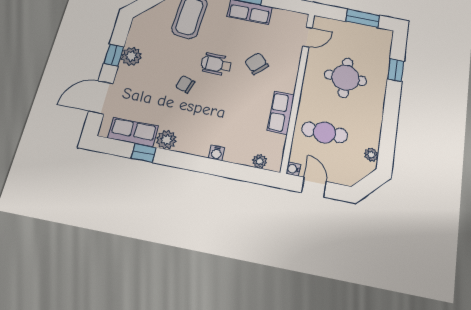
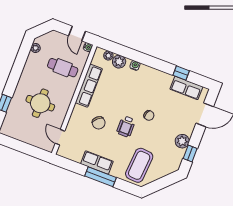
window: (362, 18) -> (18, 145), removed
door: (308, 37) -> (60, 137), hinge flipped
window: (114, 55) -> (190, 153), moved
wheelchair: (216, 64) -> (126, 126), turned 90
row of seats: (281, 113) -> (89, 86), width x1.48
plant: (167, 140) -> (119, 62), moved

